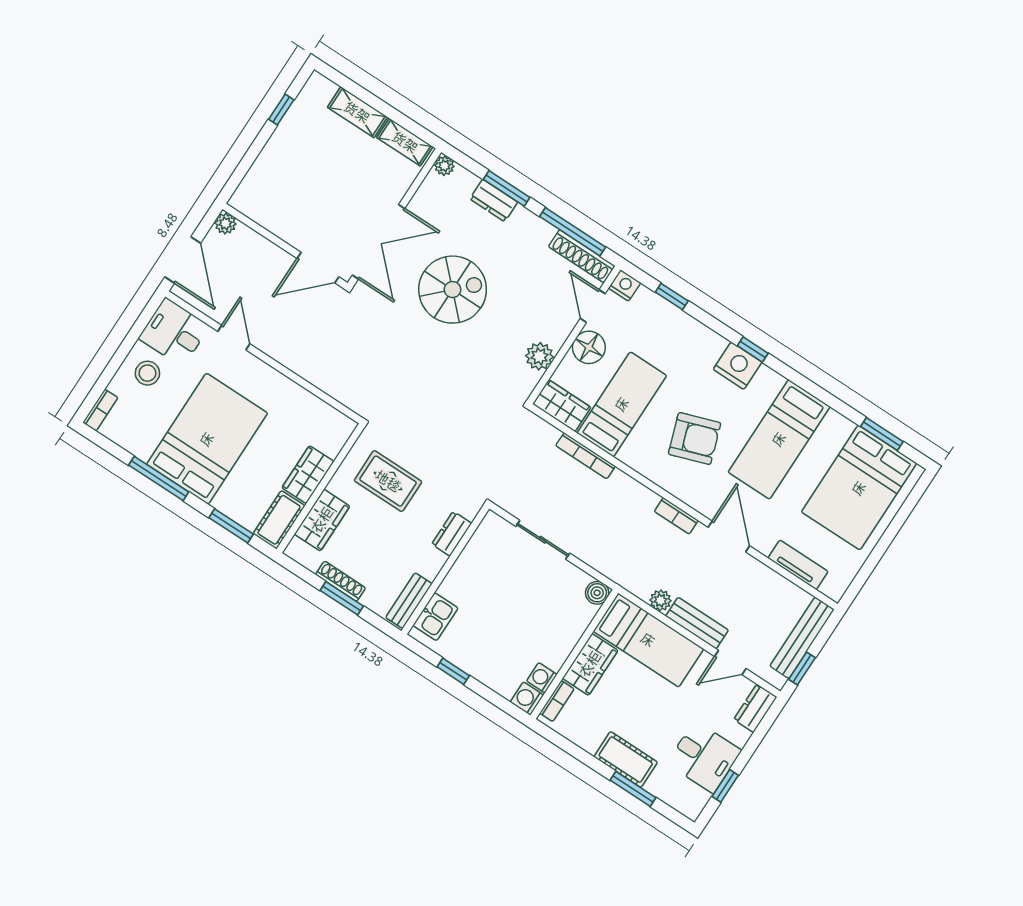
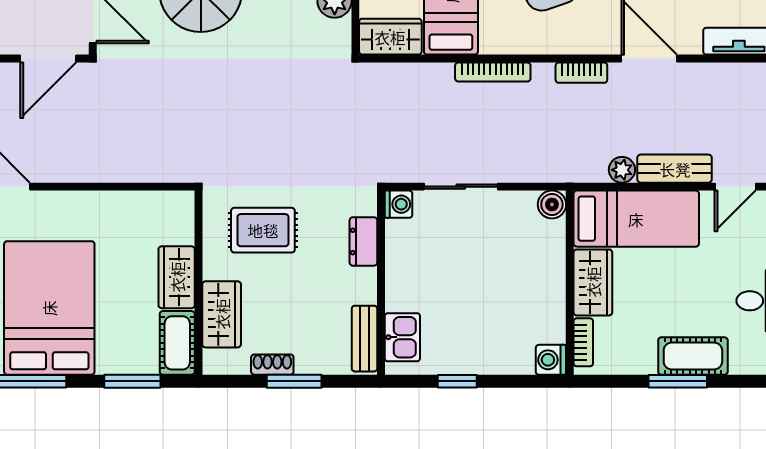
bookcase: (585, 456) -> (493, 72), moved
shoe rack: (340, 581) -> (272, 365), width x0.70
washing machine: (542, 678) -> (399, 204), moved, turned 180
window: (633, 789) -> (678, 381), moved

